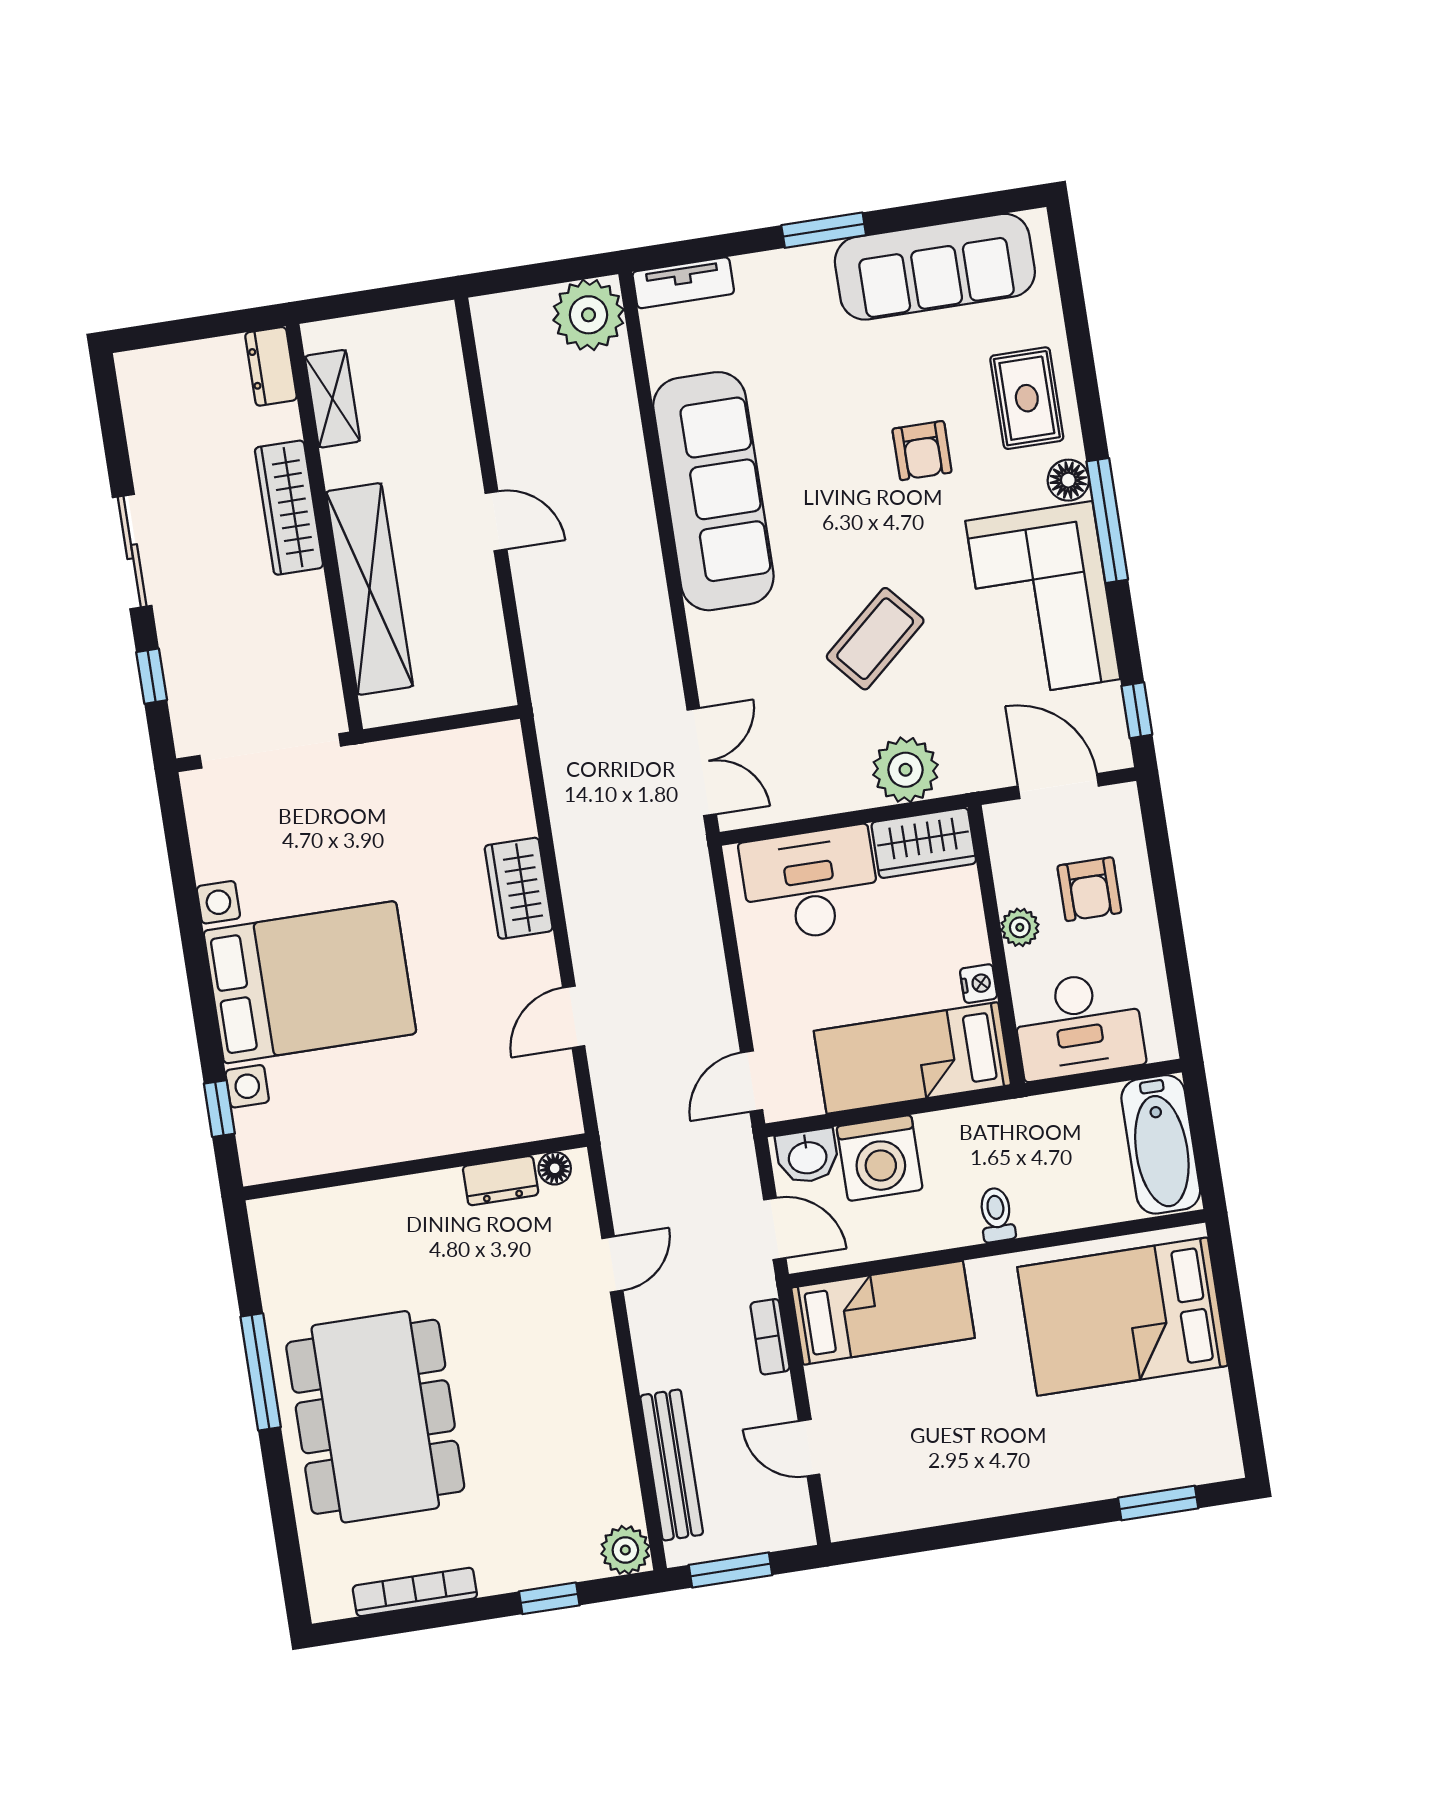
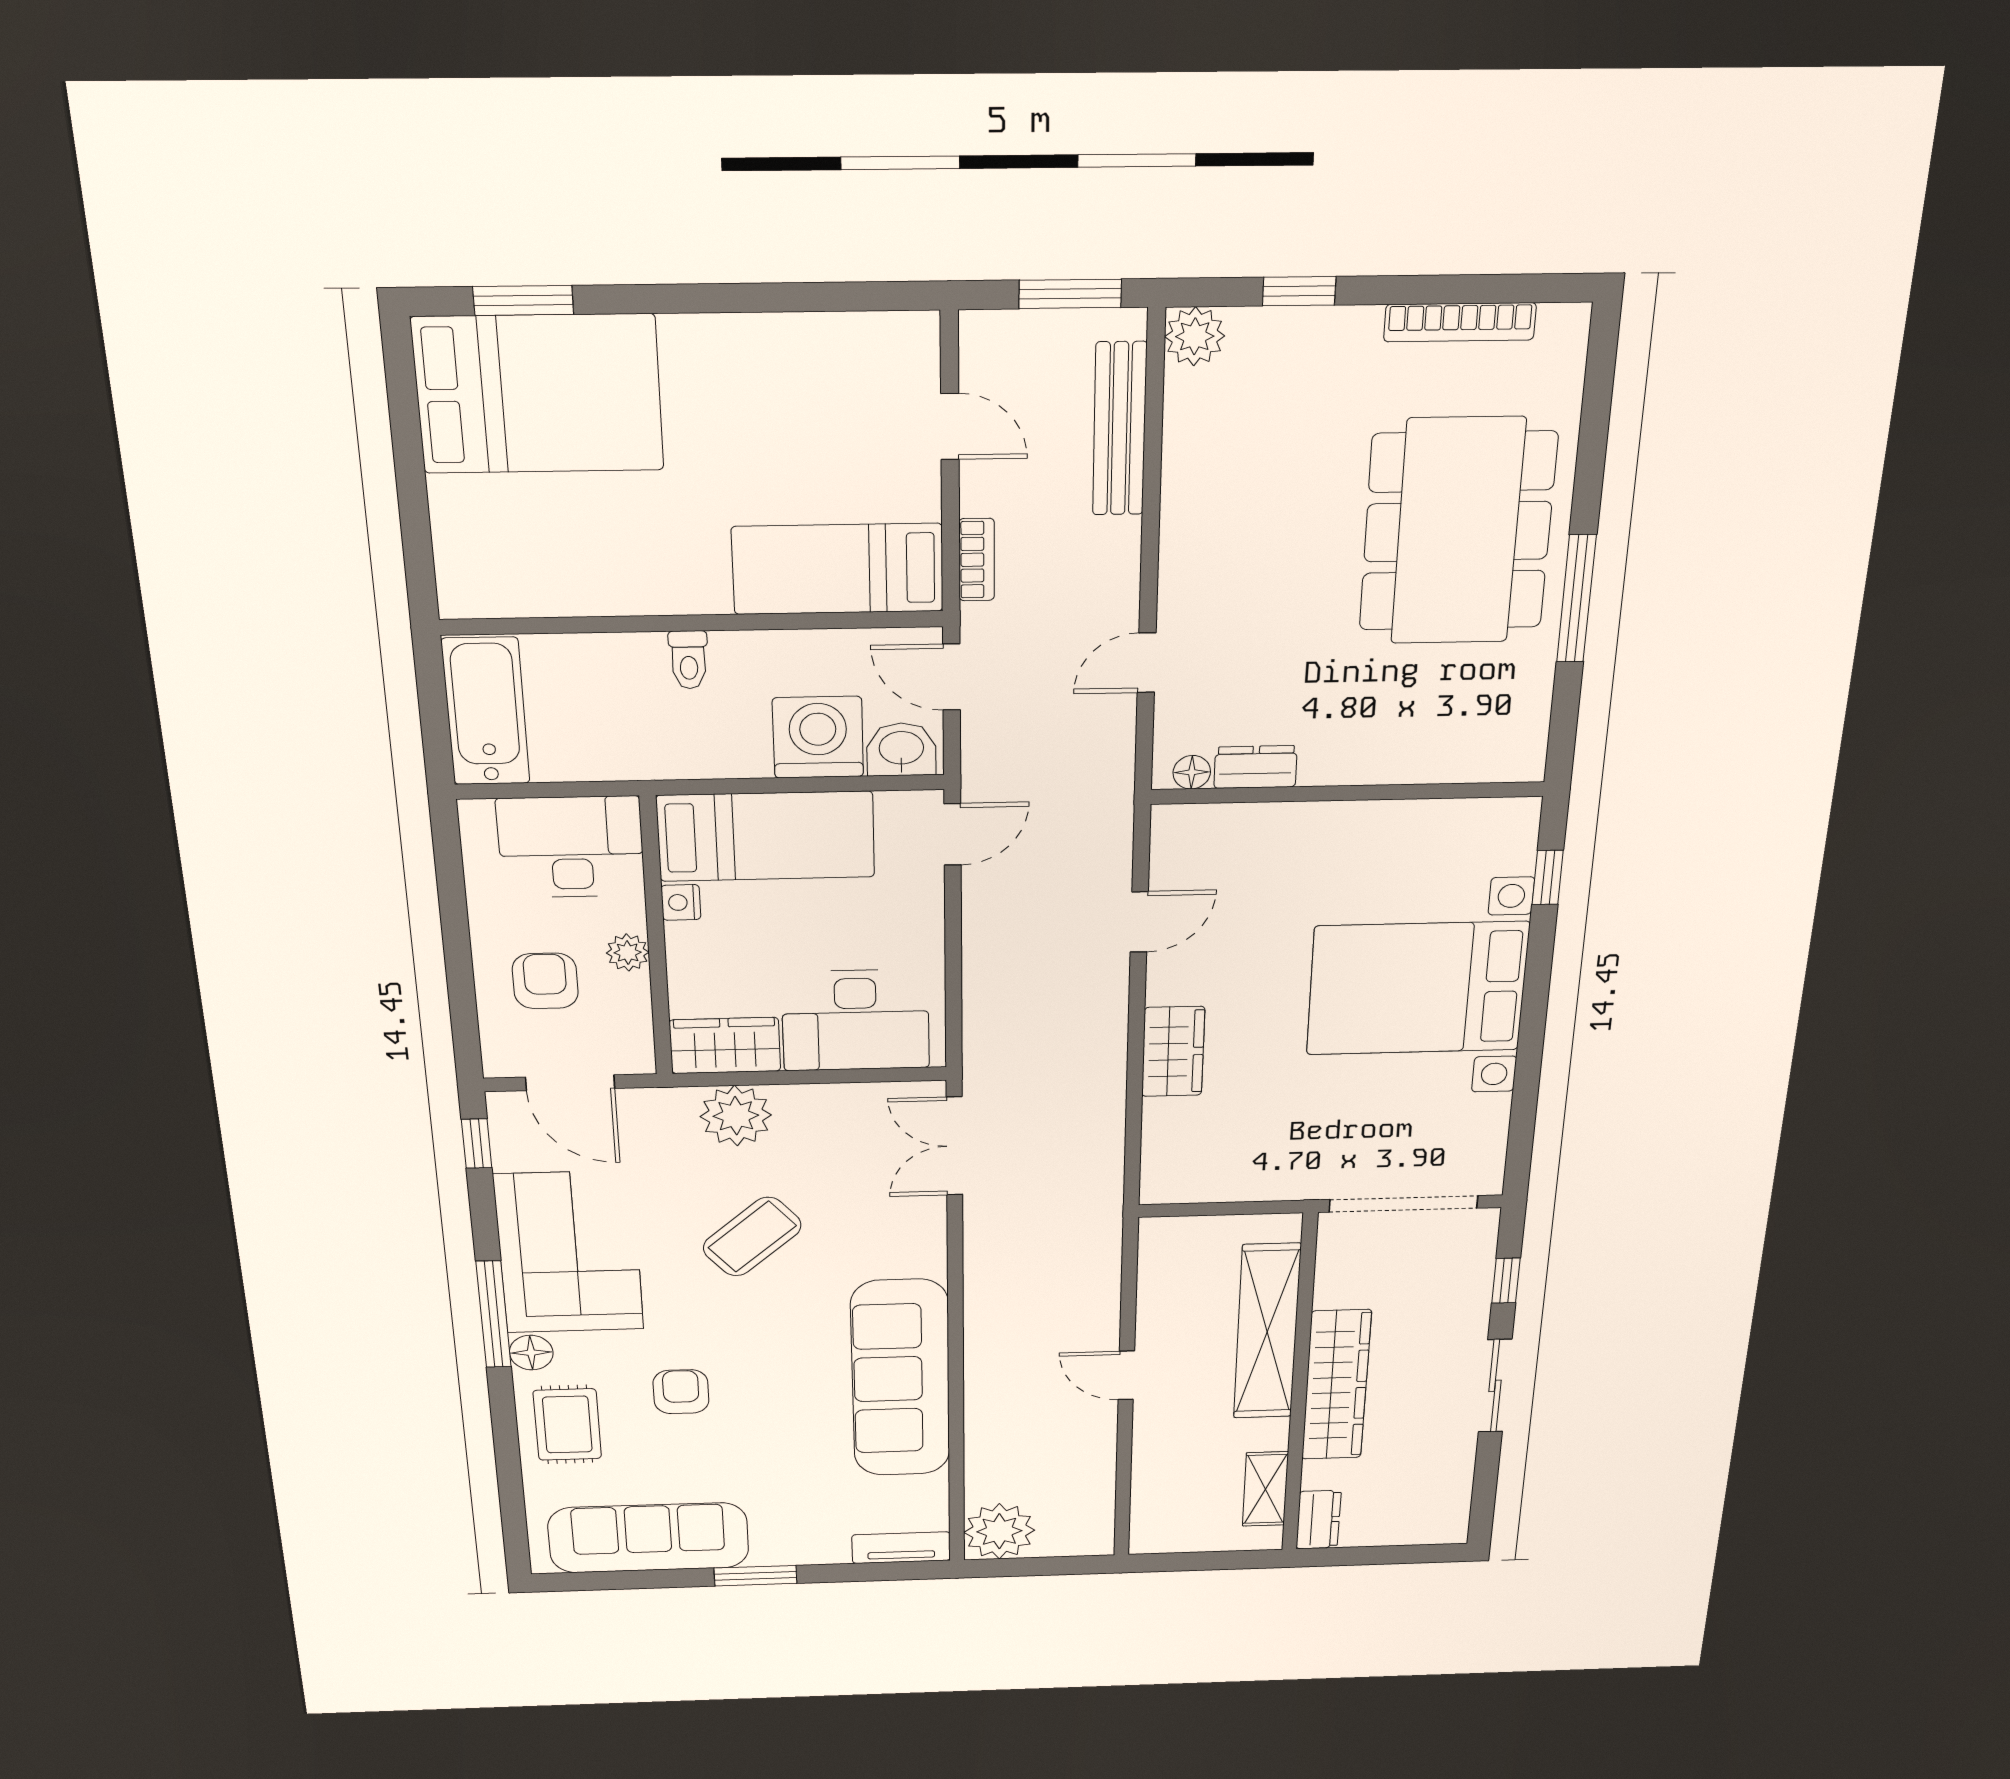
wardrobe: (289, 508) -> (1336, 1385), width x1.40, depth x1.17
bed: (1122, 1316) -> (538, 394), moved

